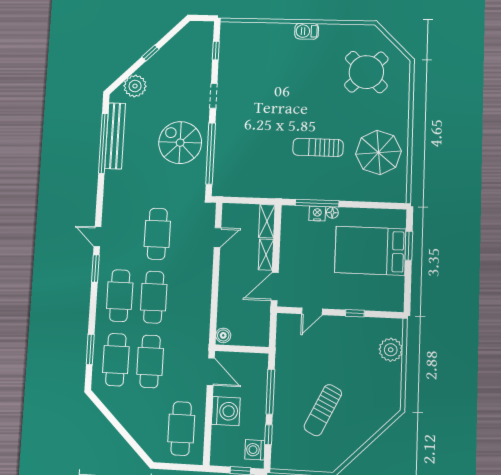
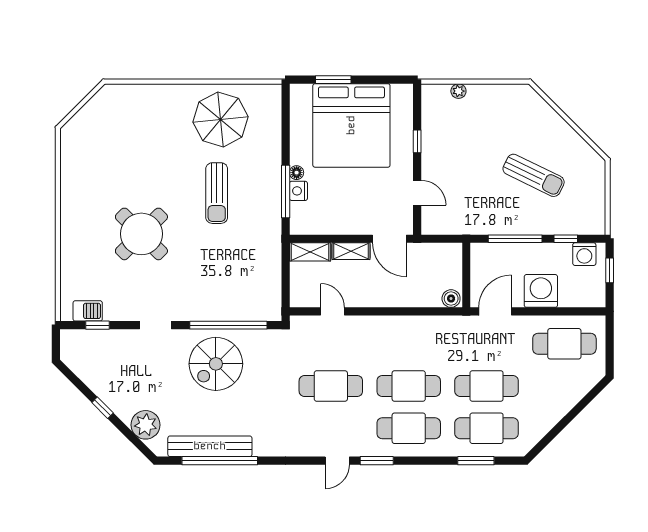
barbecue: (307, 31) -> (88, 311), moved, turned -90
round table: (366, 72) -> (141, 234), moved
bed: (370, 251) -> (351, 125), width x1.36
plant: (391, 350) -> (458, 91), width x0.53, depth x0.53

